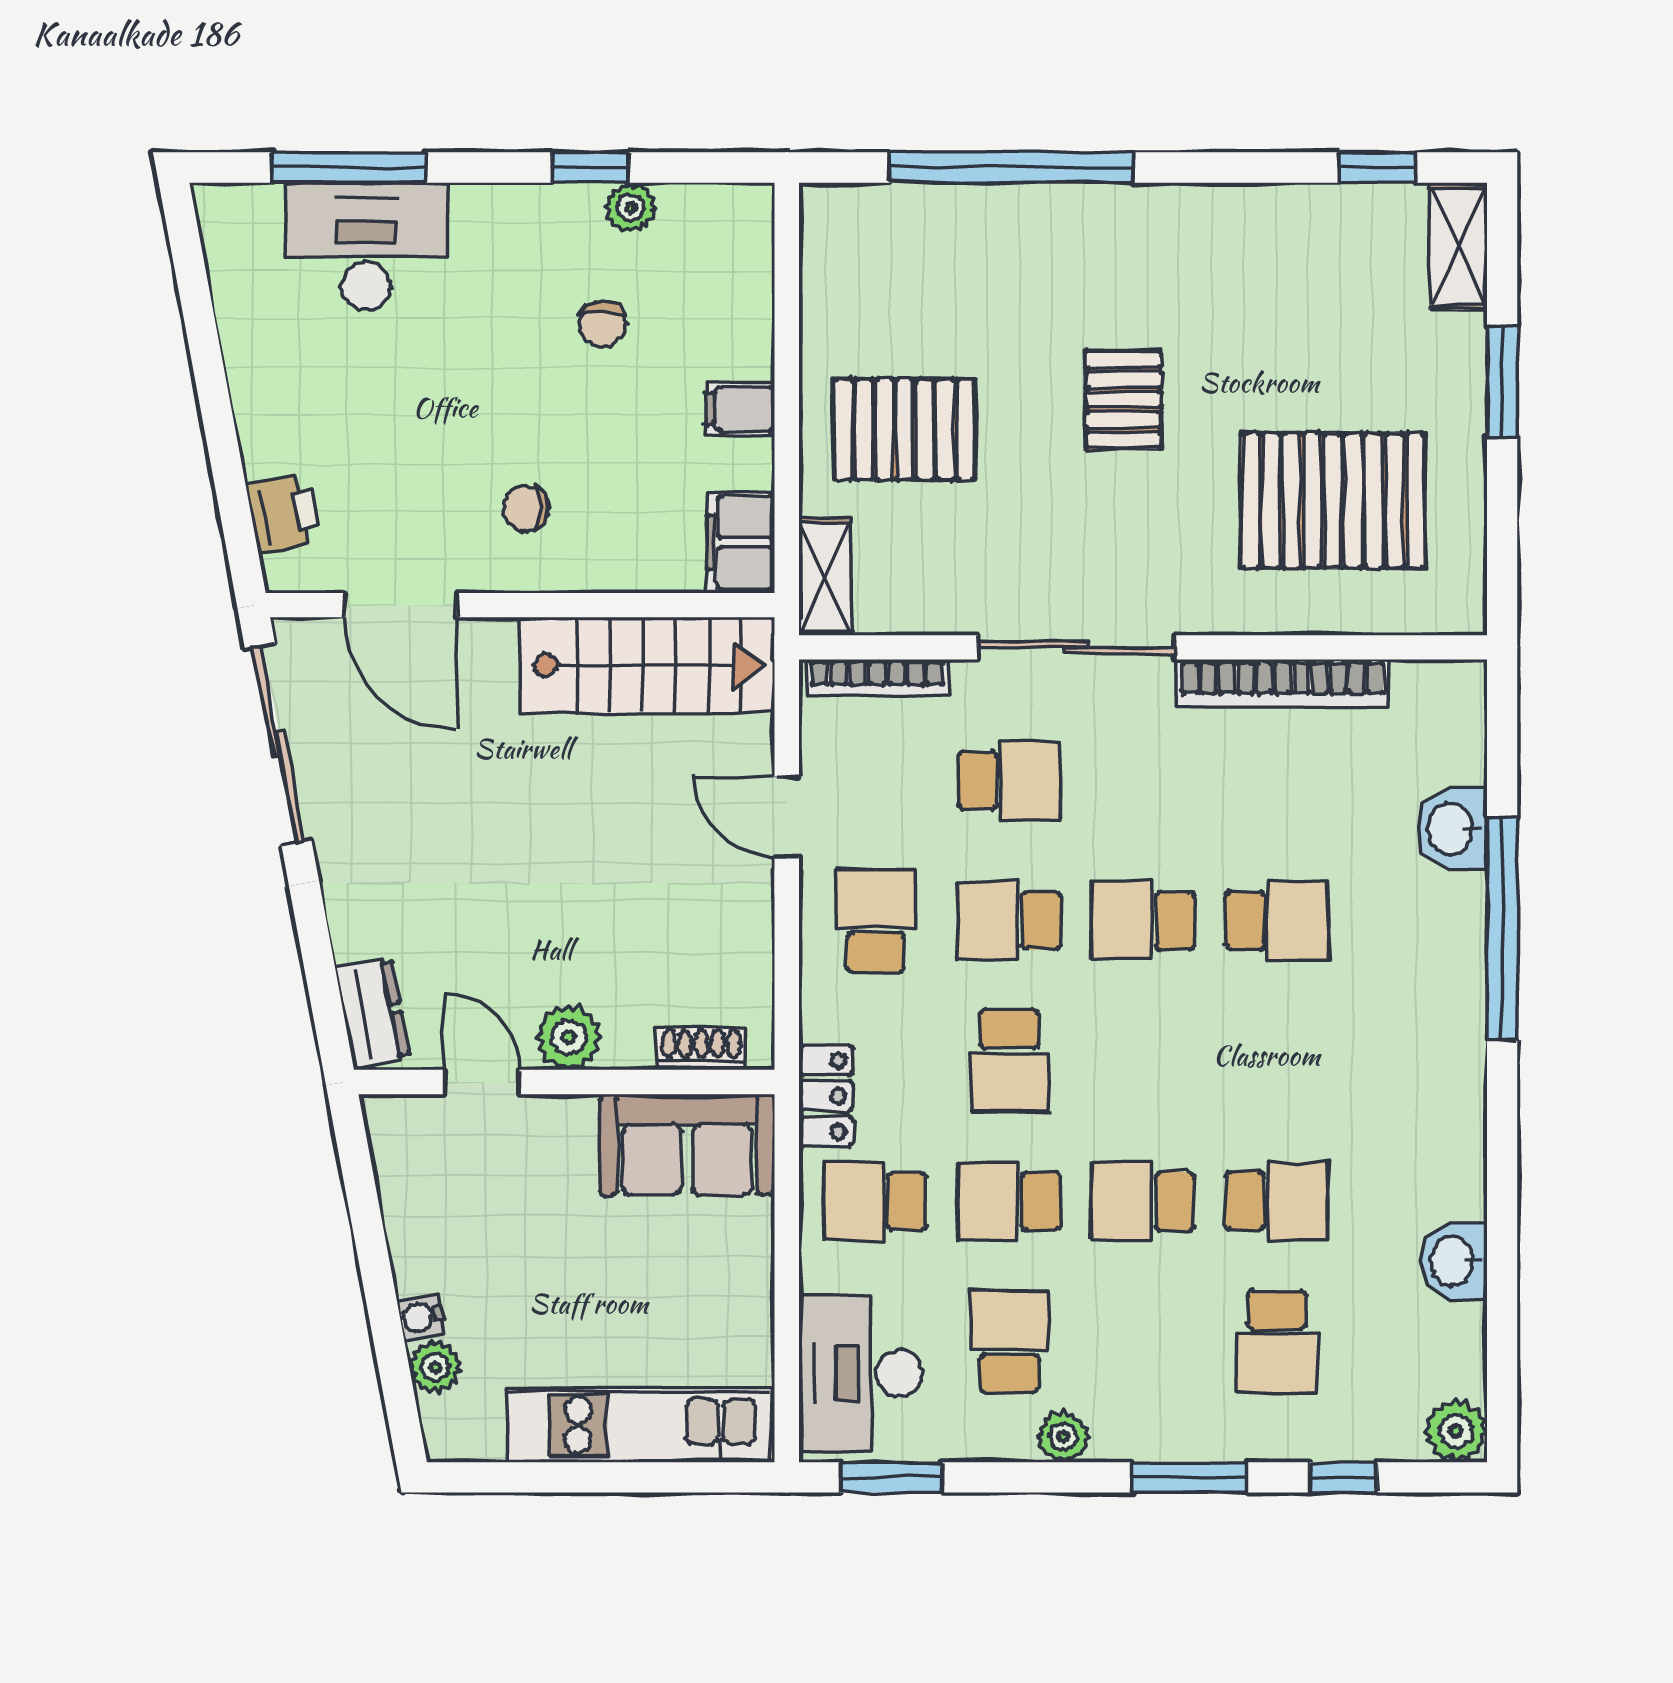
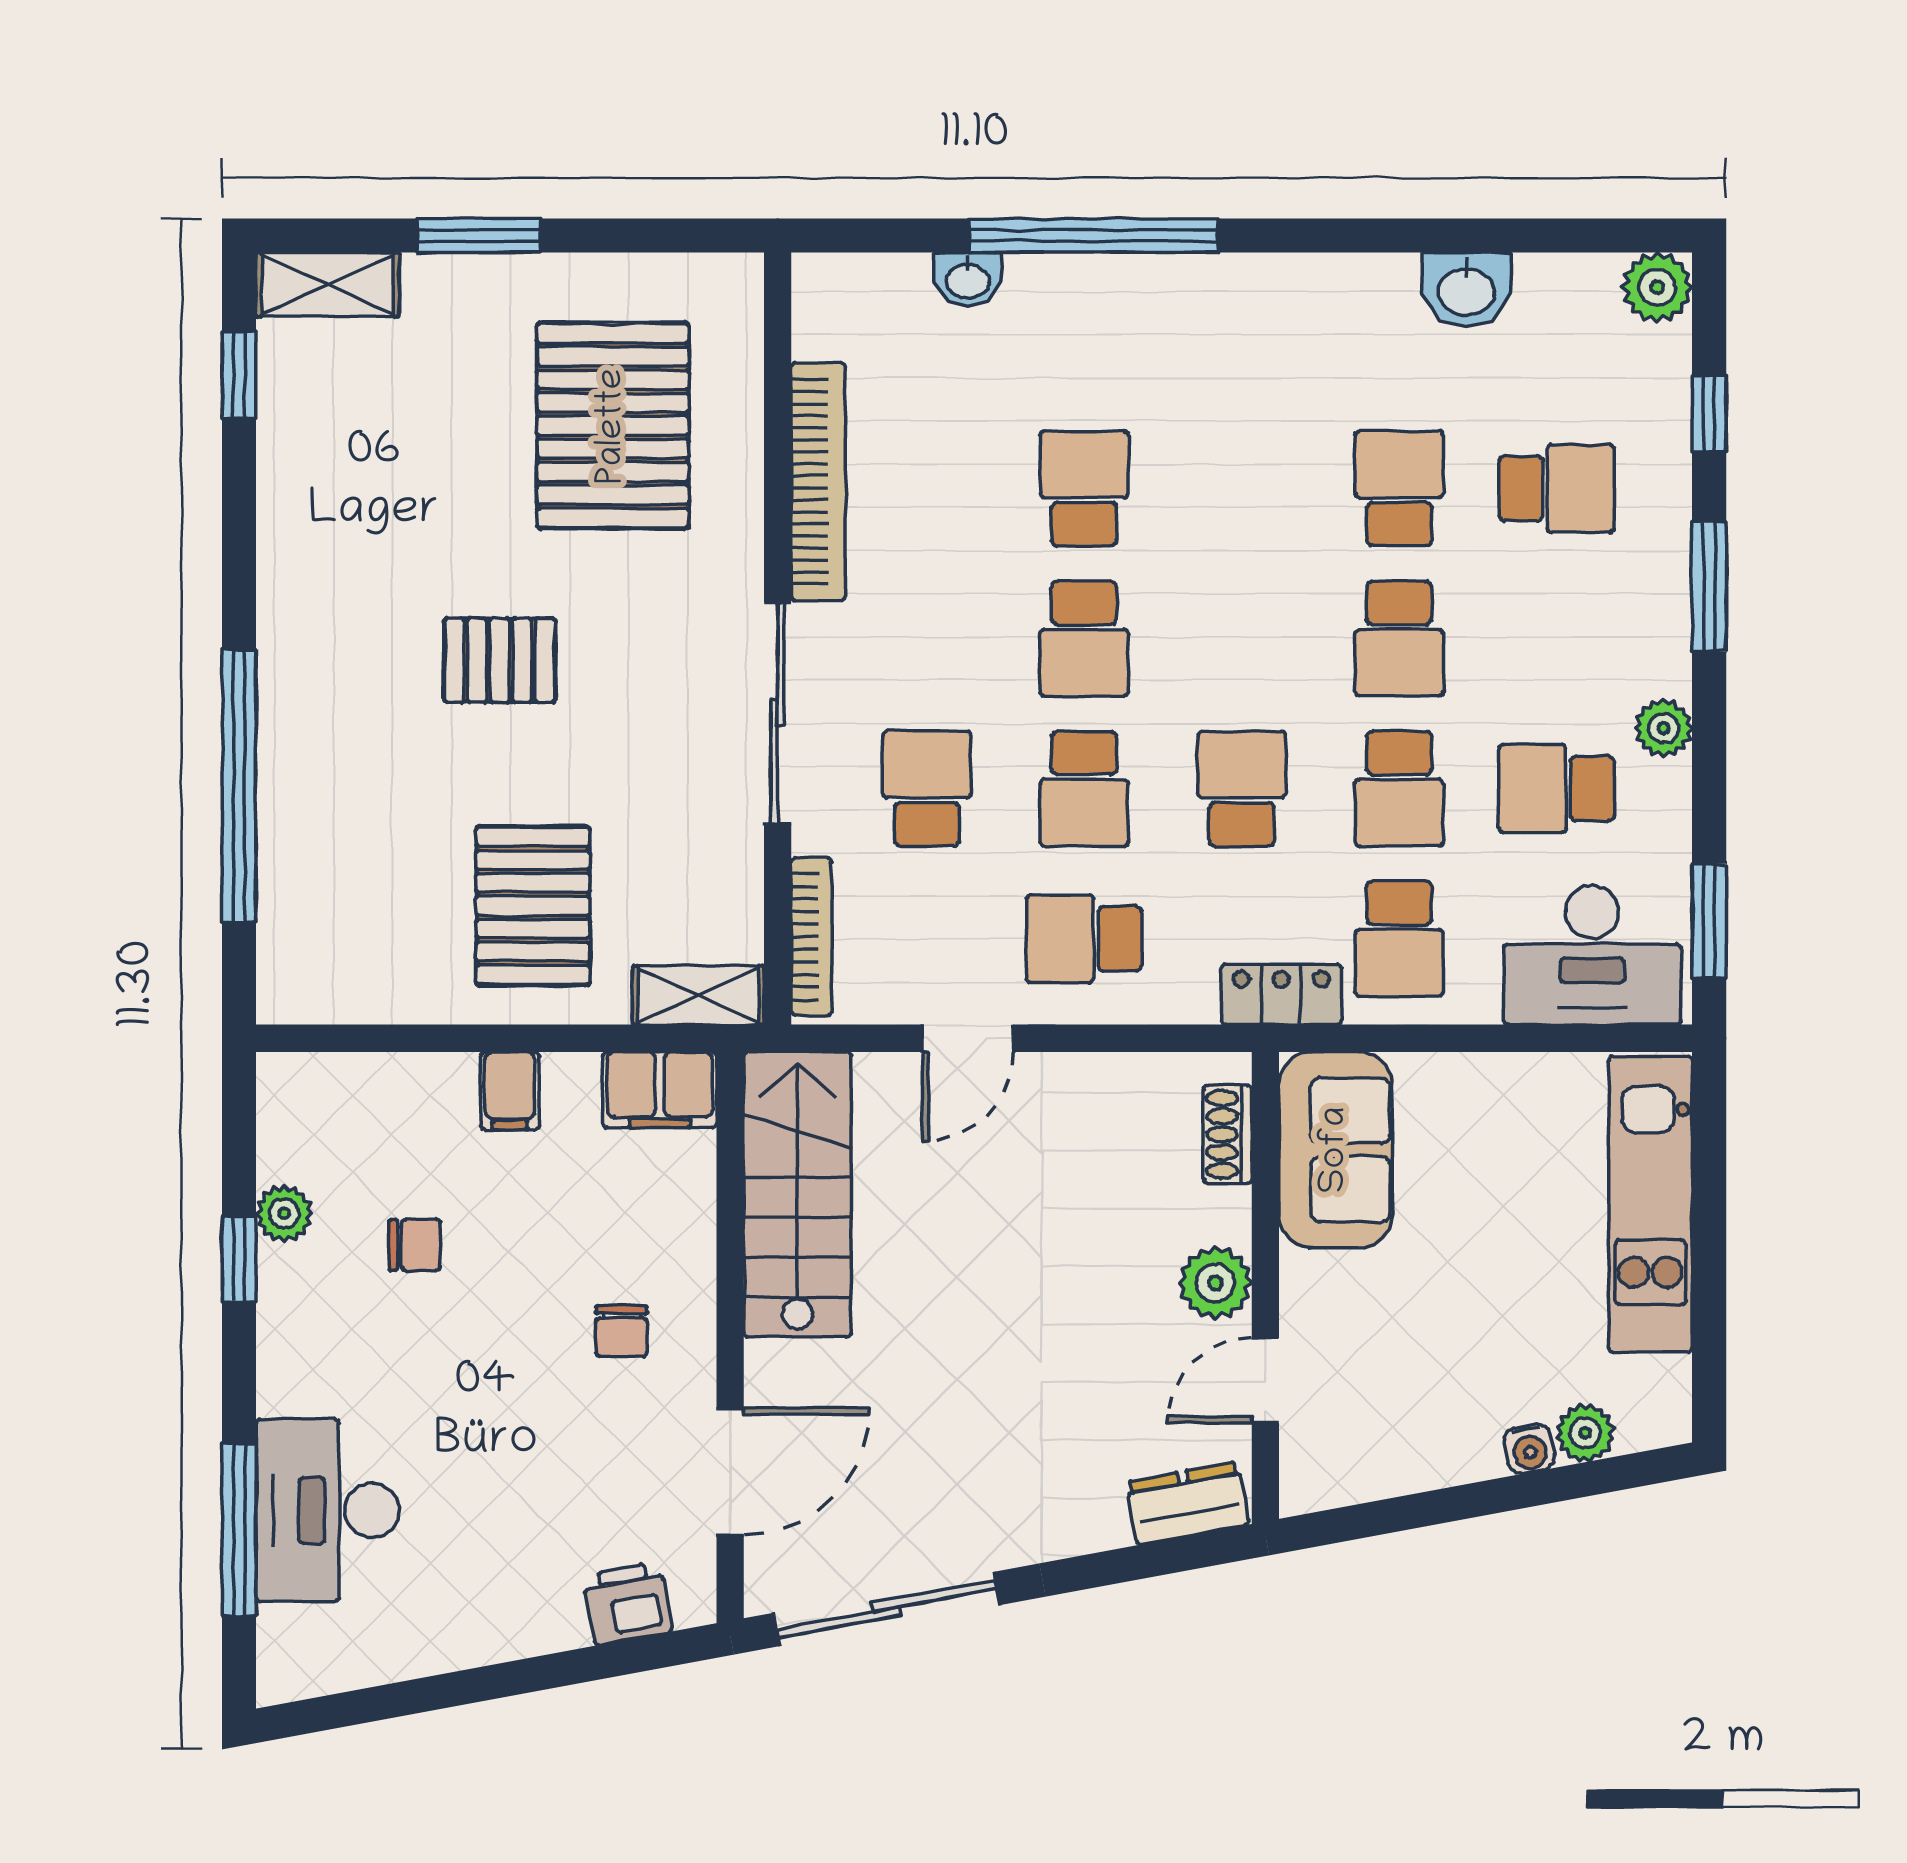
washbasin: (1452, 828) -> (968, 280), width x0.72, depth x0.69
school desk: (1009, 1061) -> (1242, 789), turned -90

